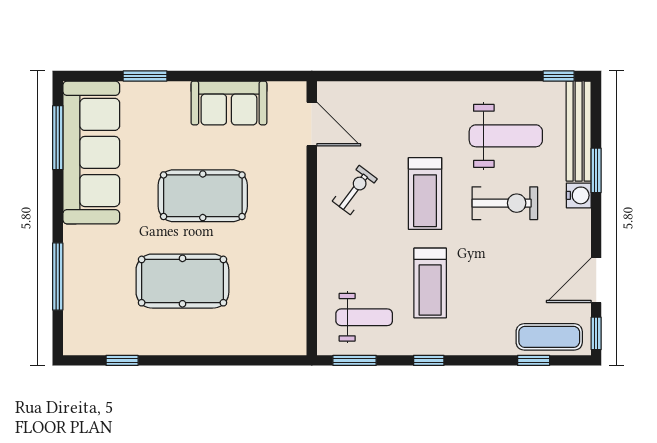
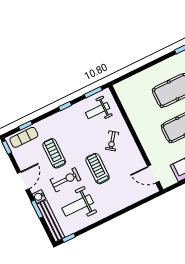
exercise bike: (355, 190) -> (112, 141), moved
exercise bike: (505, 203) -> (65, 180), turned 180
door: (596, 280) -> (23, 181), moved
treadmill: (430, 283) -> (54, 153), moved

